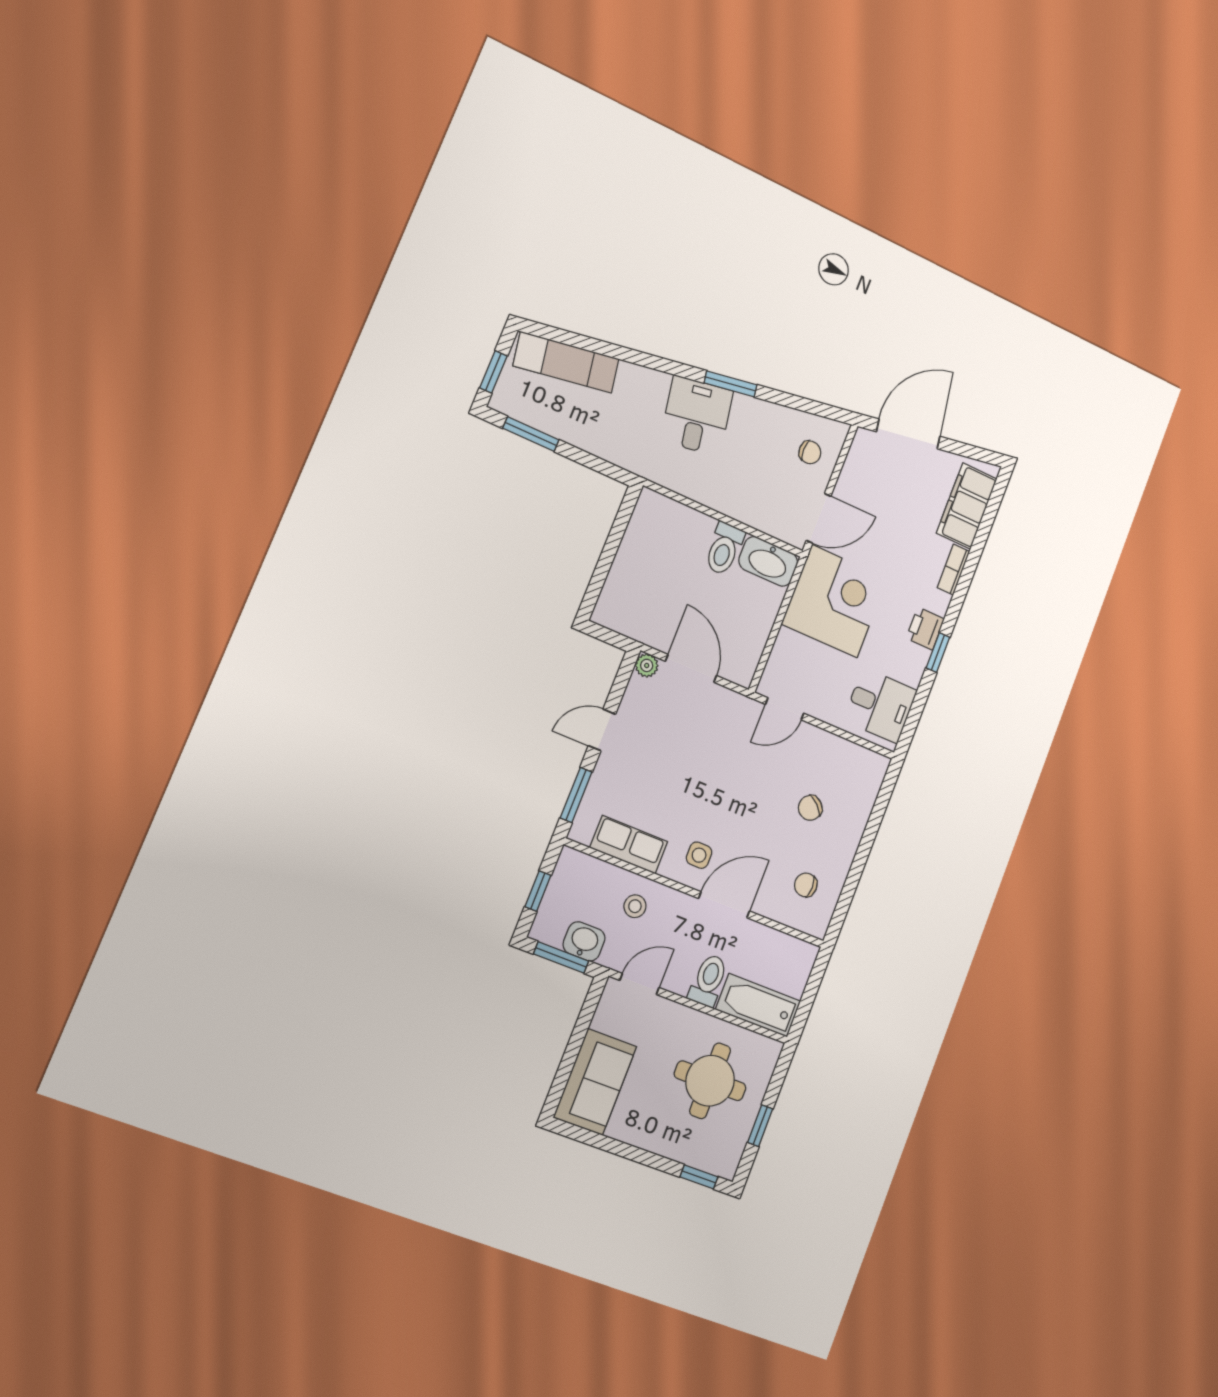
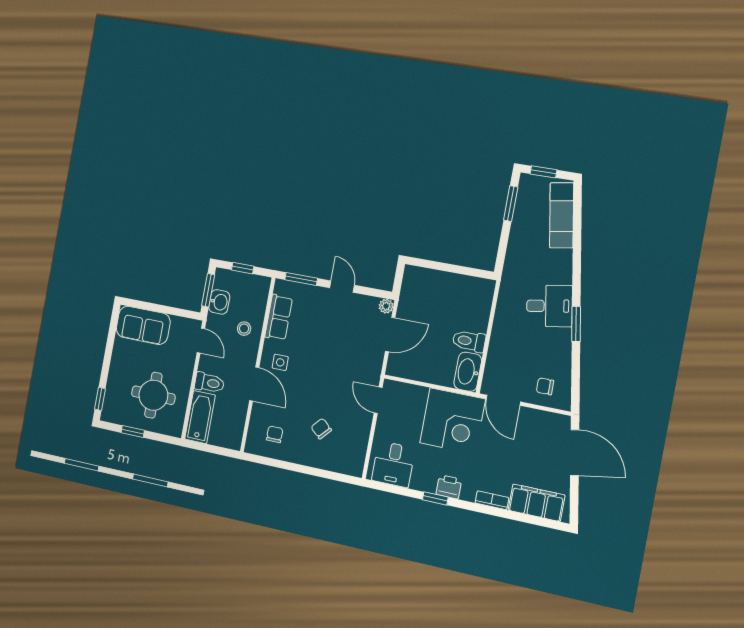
chair: (810, 452) -> (545, 386), turned 90

